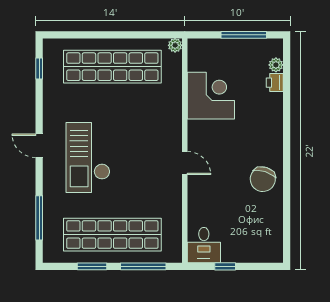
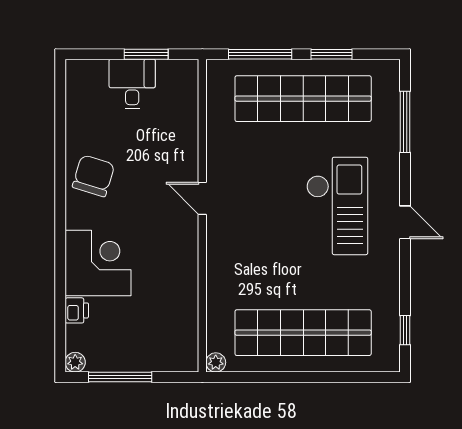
plant: (276, 65) -> (75, 362), moved
corner desk: (211, 96) -> (98, 263), moved, turned 180
desk: (204, 245) -> (132, 84), moved
window: (225, 266) -> (146, 54), width x1.50

